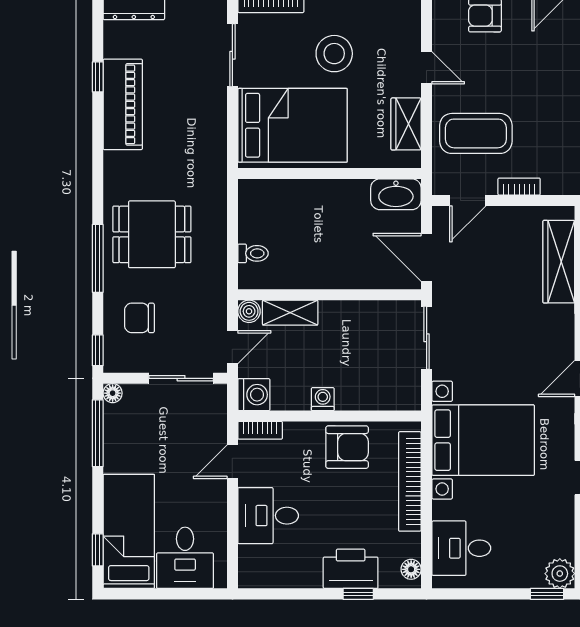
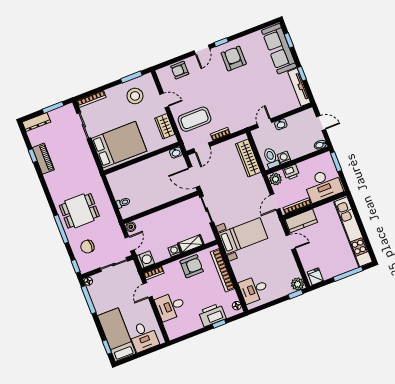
stool: (334, 54) -> (135, 96), moved
piano: (123, 104) -> (43, 159), width x0.73, depth x0.75
washbasin: (396, 194) -> (176, 153), width x0.52, depth x0.69
shelving: (290, 313) -> (191, 244), moved
bed with nightstands: (483, 440) -> (243, 236), width x0.73

